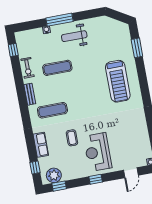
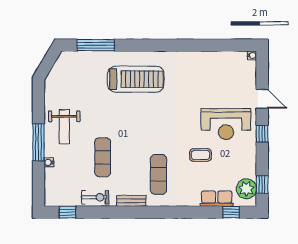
window: (137, 48) -> (96, 45), width x1.44
row of seats: (41, 145) -> (217, 199), moved
door: (131, 173) -> (262, 99), moved

